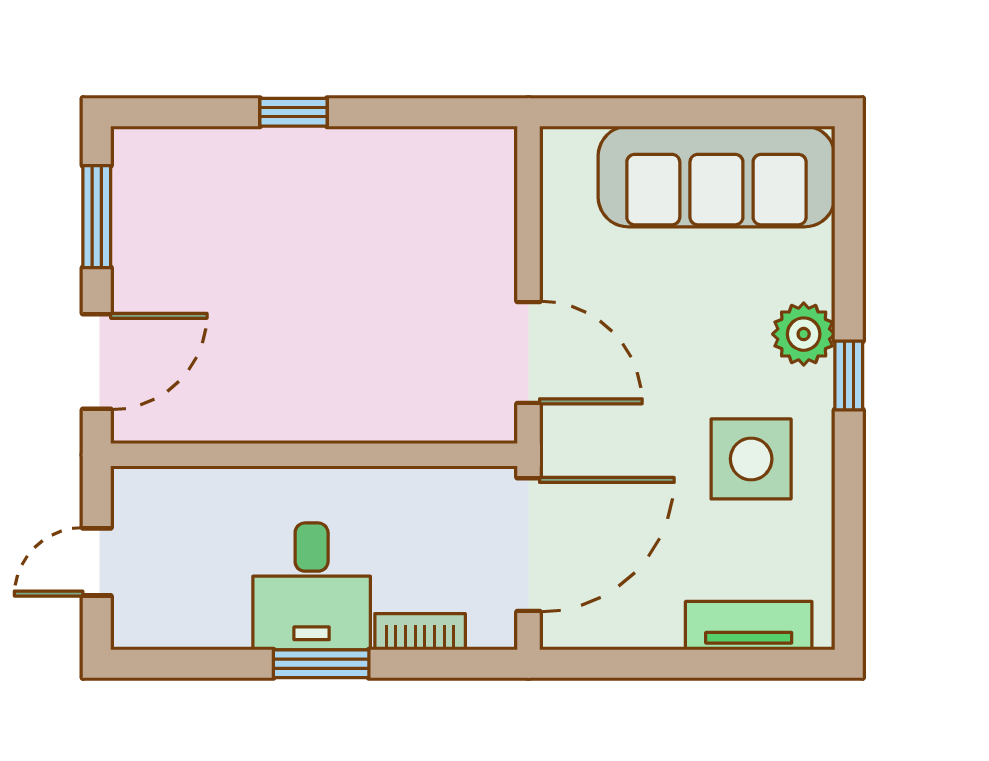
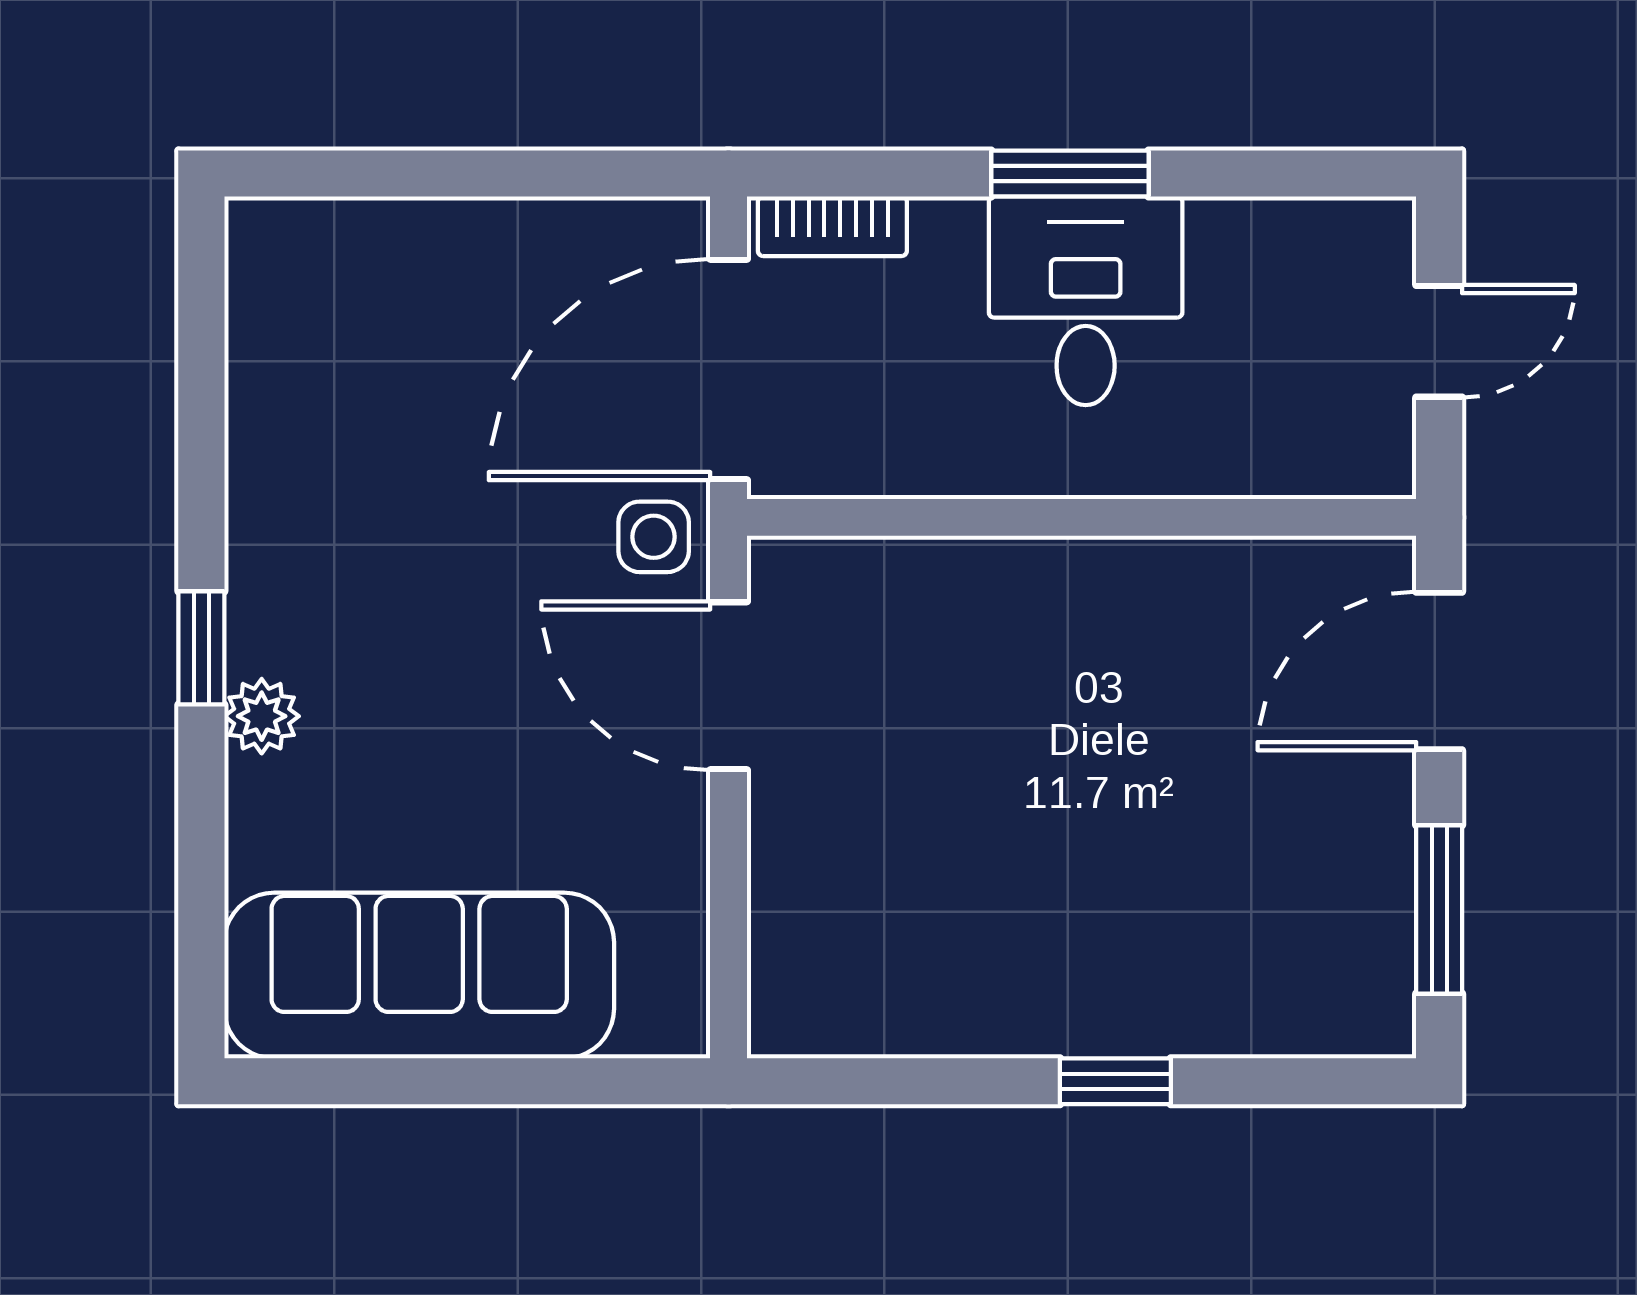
plant: (804, 334) -> (262, 716), width x0.73, depth x0.73
side table: (751, 459) -> (654, 537), moved, width x0.54, depth x0.54
tv unit: (749, 626) -> (366, 236), removed
bookcase: (420, 632) -> (832, 226), moved

